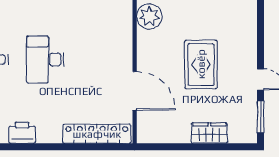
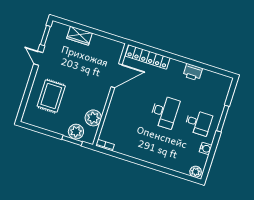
rug: (201, 64) -> (51, 96), moved
door: (135, 91) -> (117, 76), swing flipped

